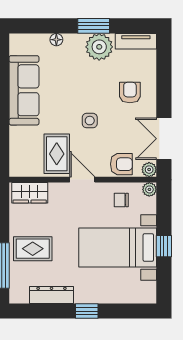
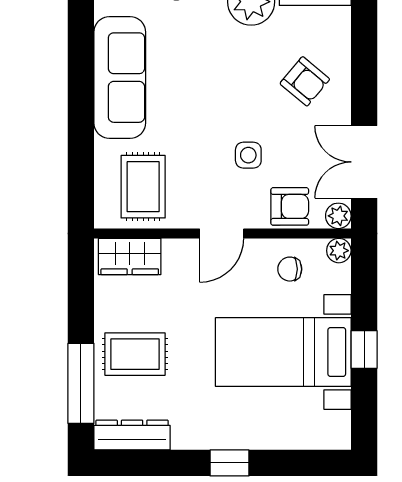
armchair: (130, 93) -> (305, 81), turned 130
side table: (90, 121) -> (248, 155), moved
rug: (57, 154) -> (143, 187), moved
door: (82, 180) -> (222, 233), swing flipped
dresser: (52, 295) -> (132, 435), moved

